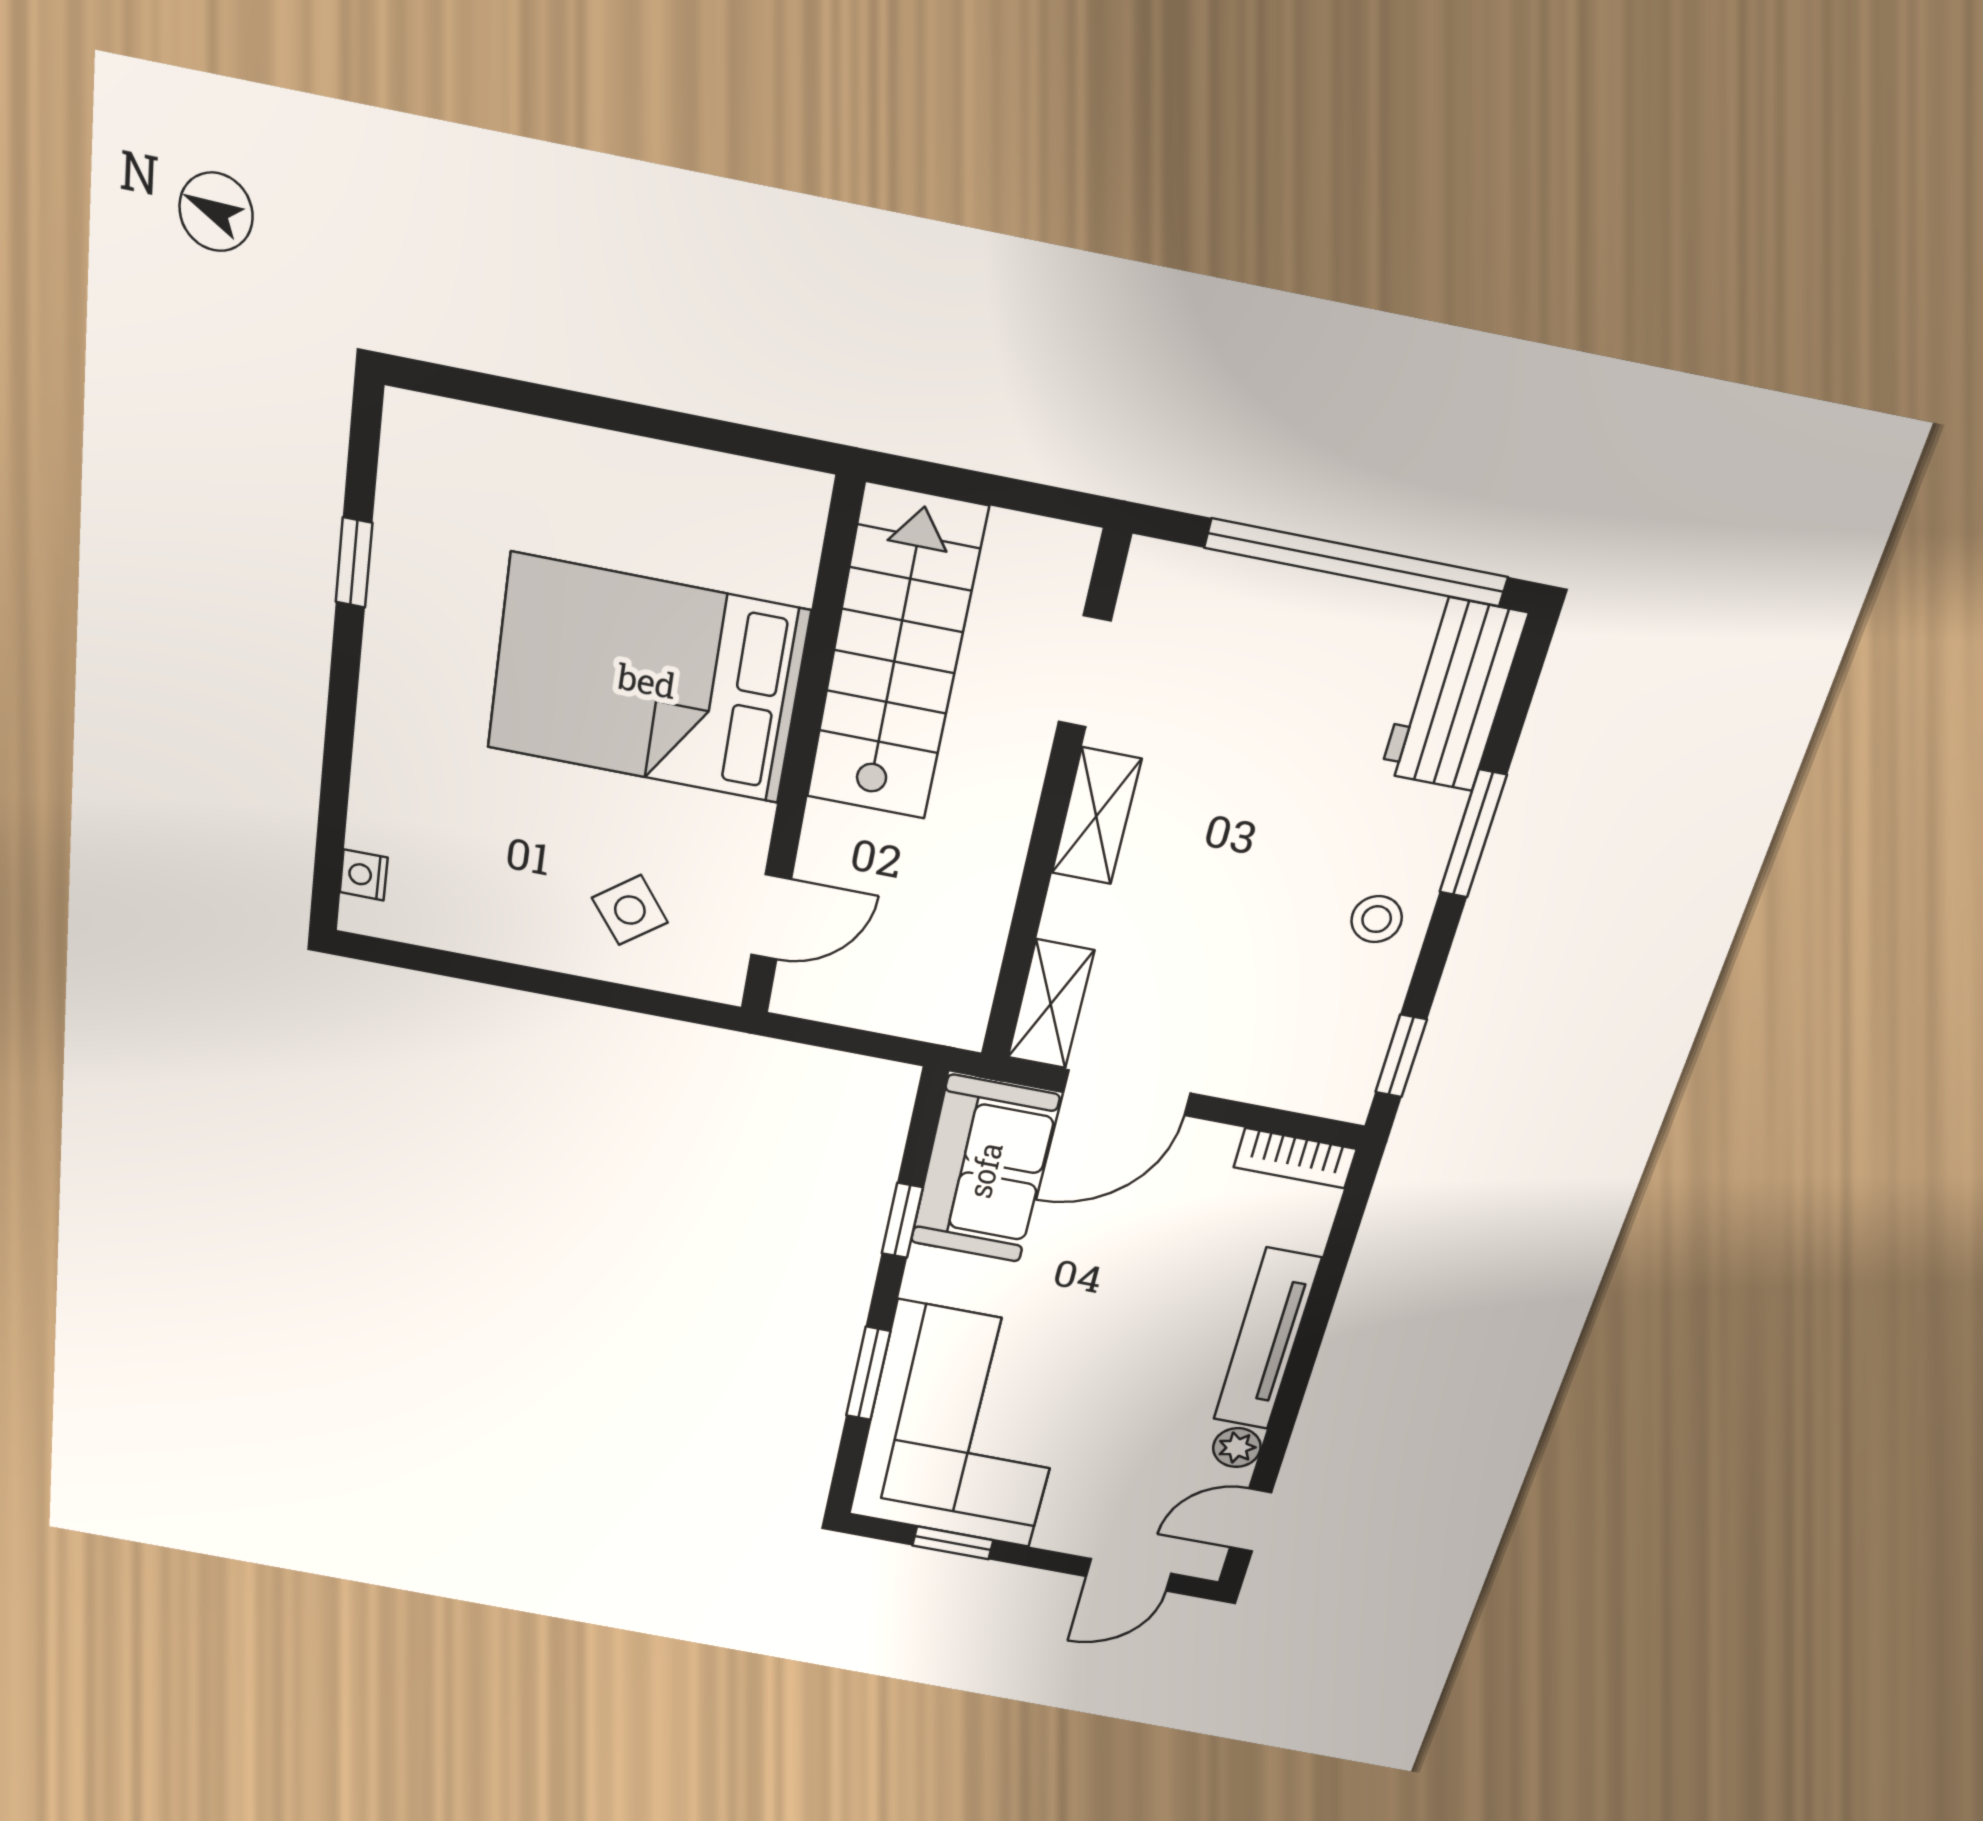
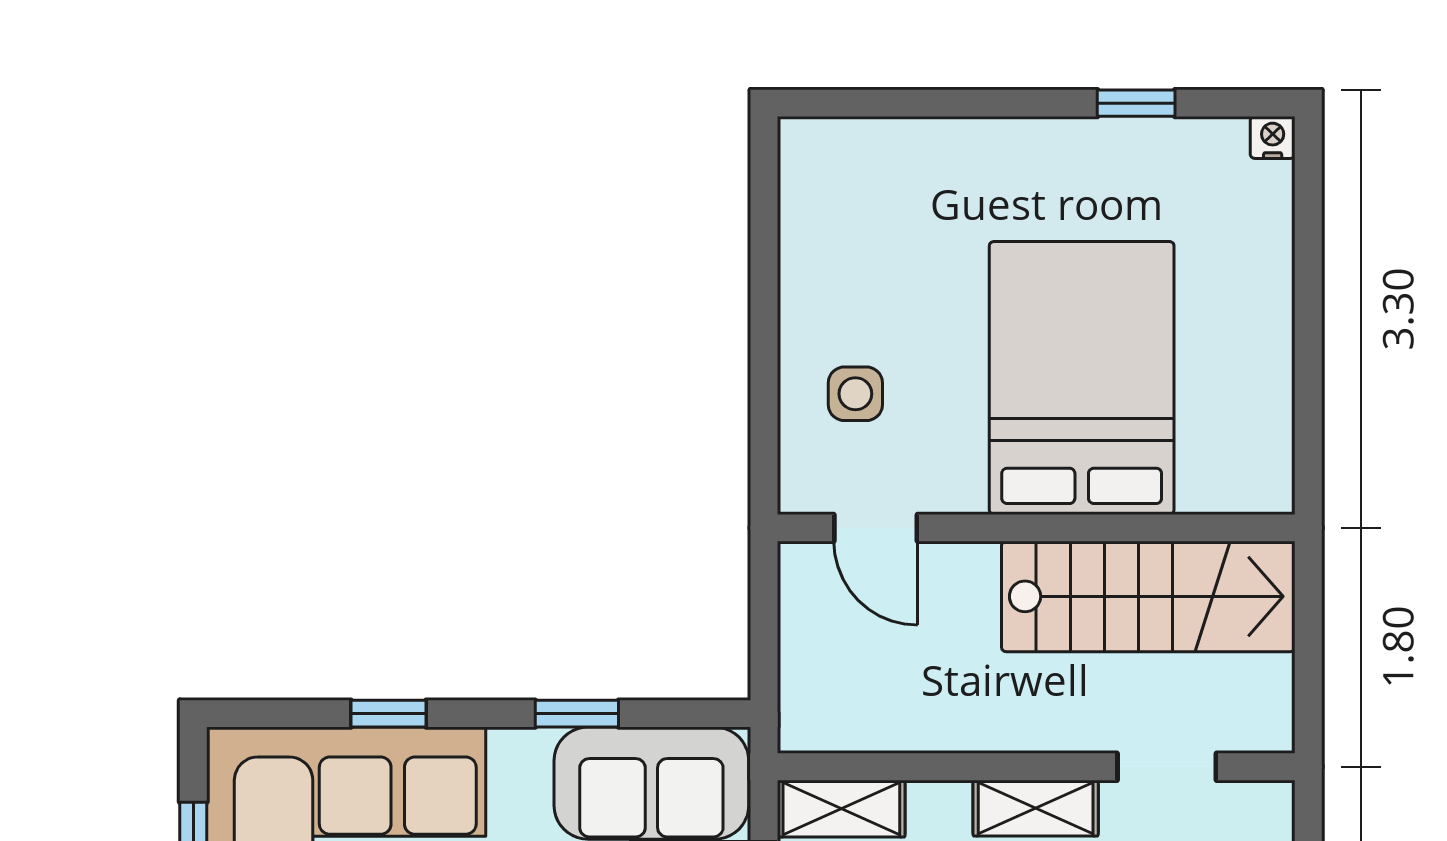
nightstand: (364, 875) -> (1273, 137), moved
side table: (630, 910) -> (855, 394), turned 37
window: (868, 1374) -> (389, 714), width x0.67

